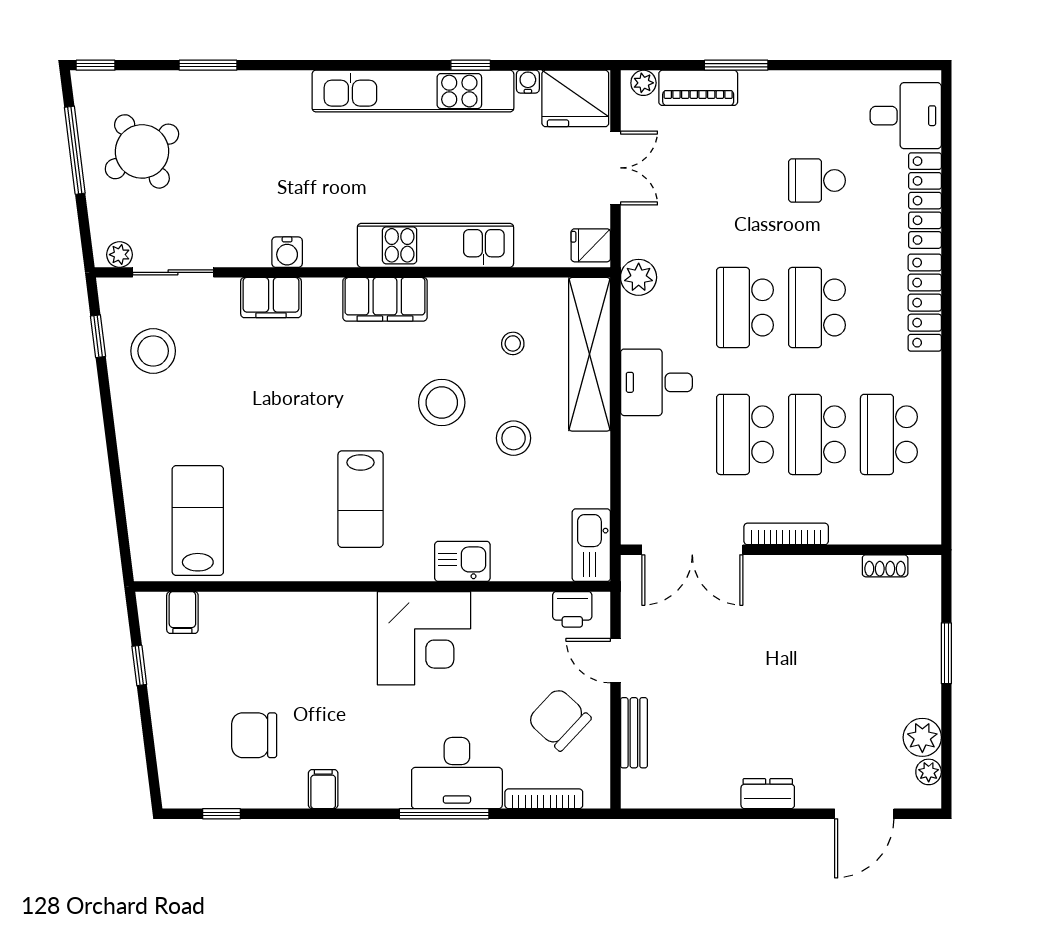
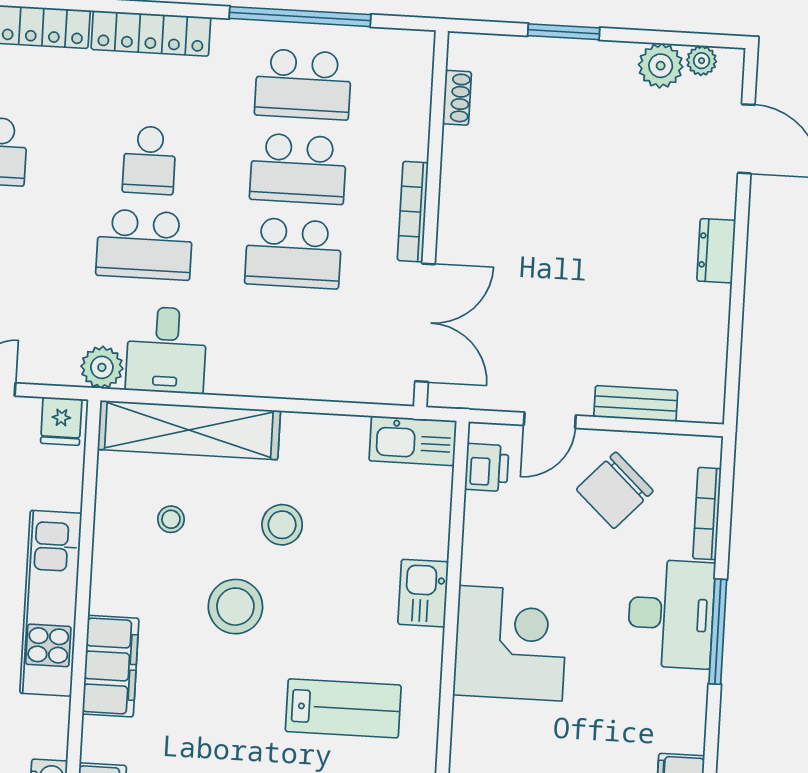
school desk: (817, 307) -> (149, 160), width x0.54
desk: (656, 382) -> (166, 350), moved
window: (946, 428) -> (300, 17), added

